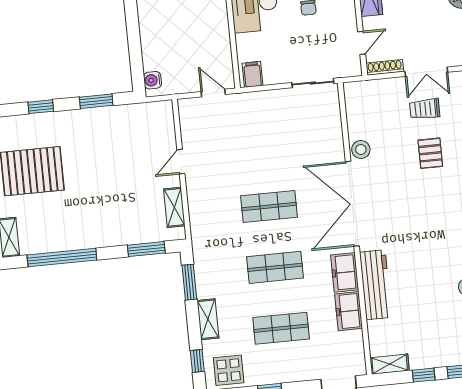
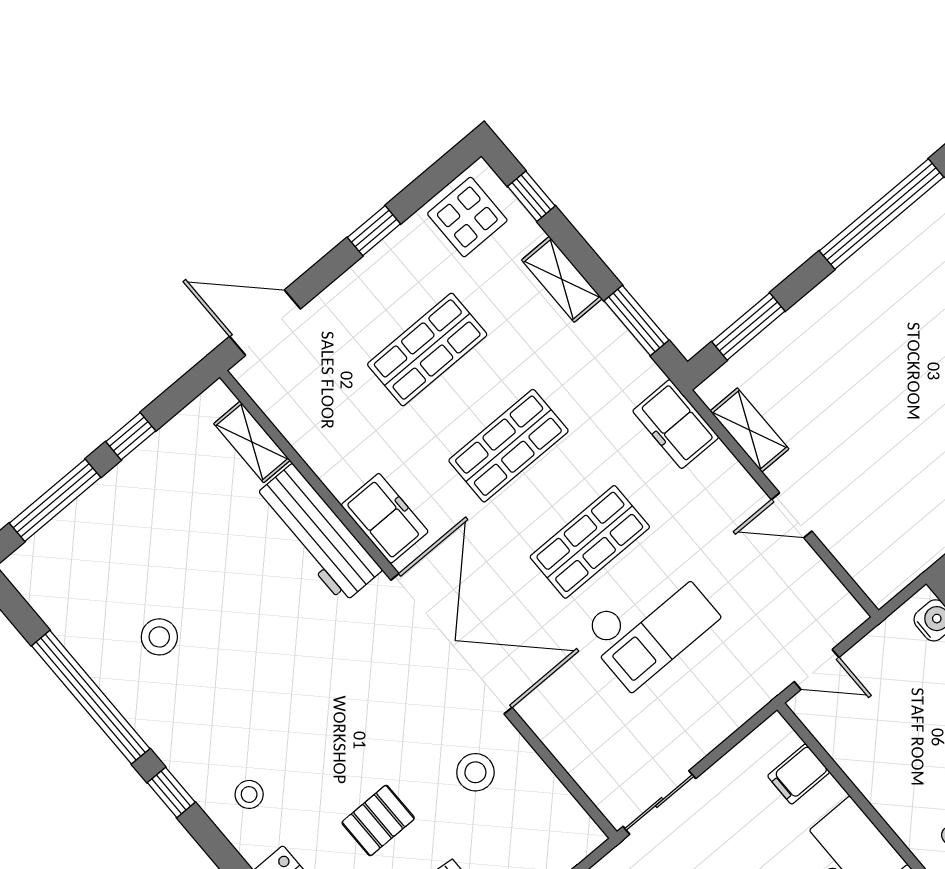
filing cabinet: (253, 74) -> (799, 774), moved, turned 90
stool: (361, 150) -> (475, 772), moved
pallet: (430, 153) -> (378, 820), turned 90
checkout: (267, 157) -> (650, 624), added
door: (181, 162) -> (792, 515), swing flipped
freezer: (349, 311) -> (676, 424), moved, turned 180
shelving: (390, 364) -> (252, 442), moved, turned 90

